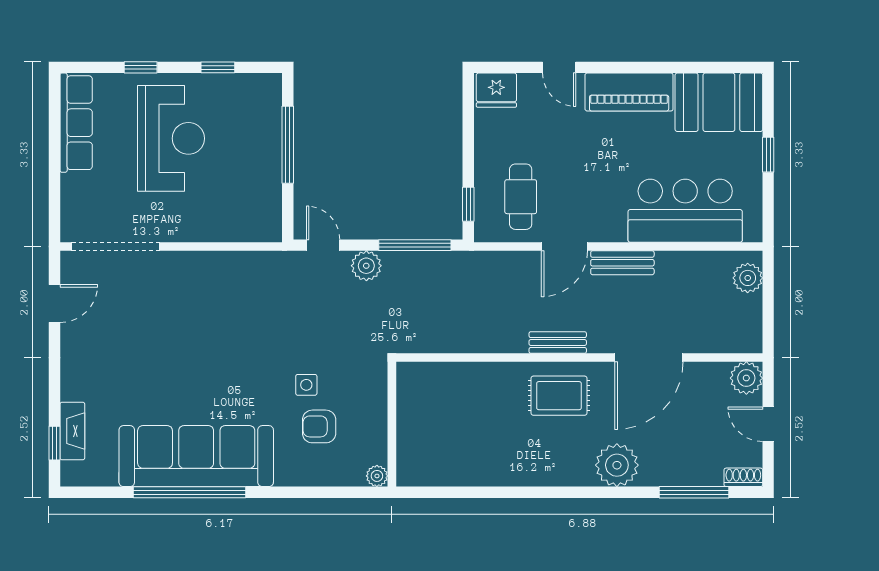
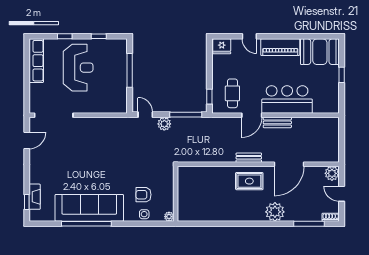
bar counter: (685, 211) -> (287, 99), moved
plant: (748, 278) -> (333, 129), removed
side table: (306, 385) -> (144, 214), moved

